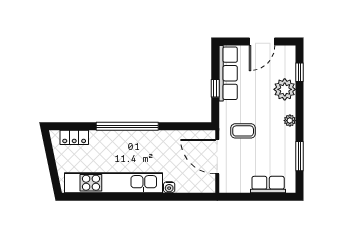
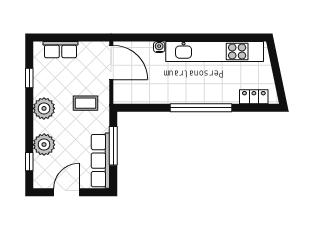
window: (215, 88) -> (113, 146), width x2.17
plant: (290, 121) -> (44, 108), width x1.88, depth x1.88
window: (299, 156) -> (29, 78), width x0.67
door: (217, 157) -> (111, 62), moved

